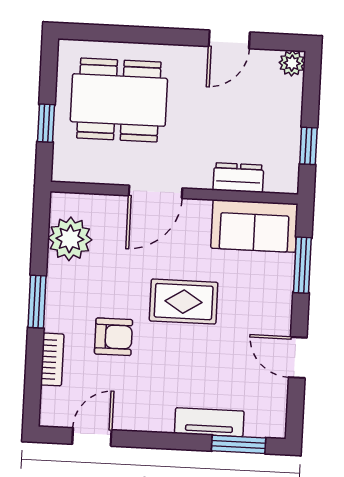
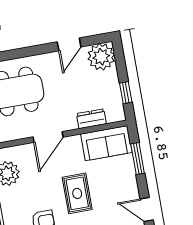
plant: (292, 63) -> (101, 57), width x1.87, depth x1.87
rug: (184, 302) -> (77, 193), turned 90

